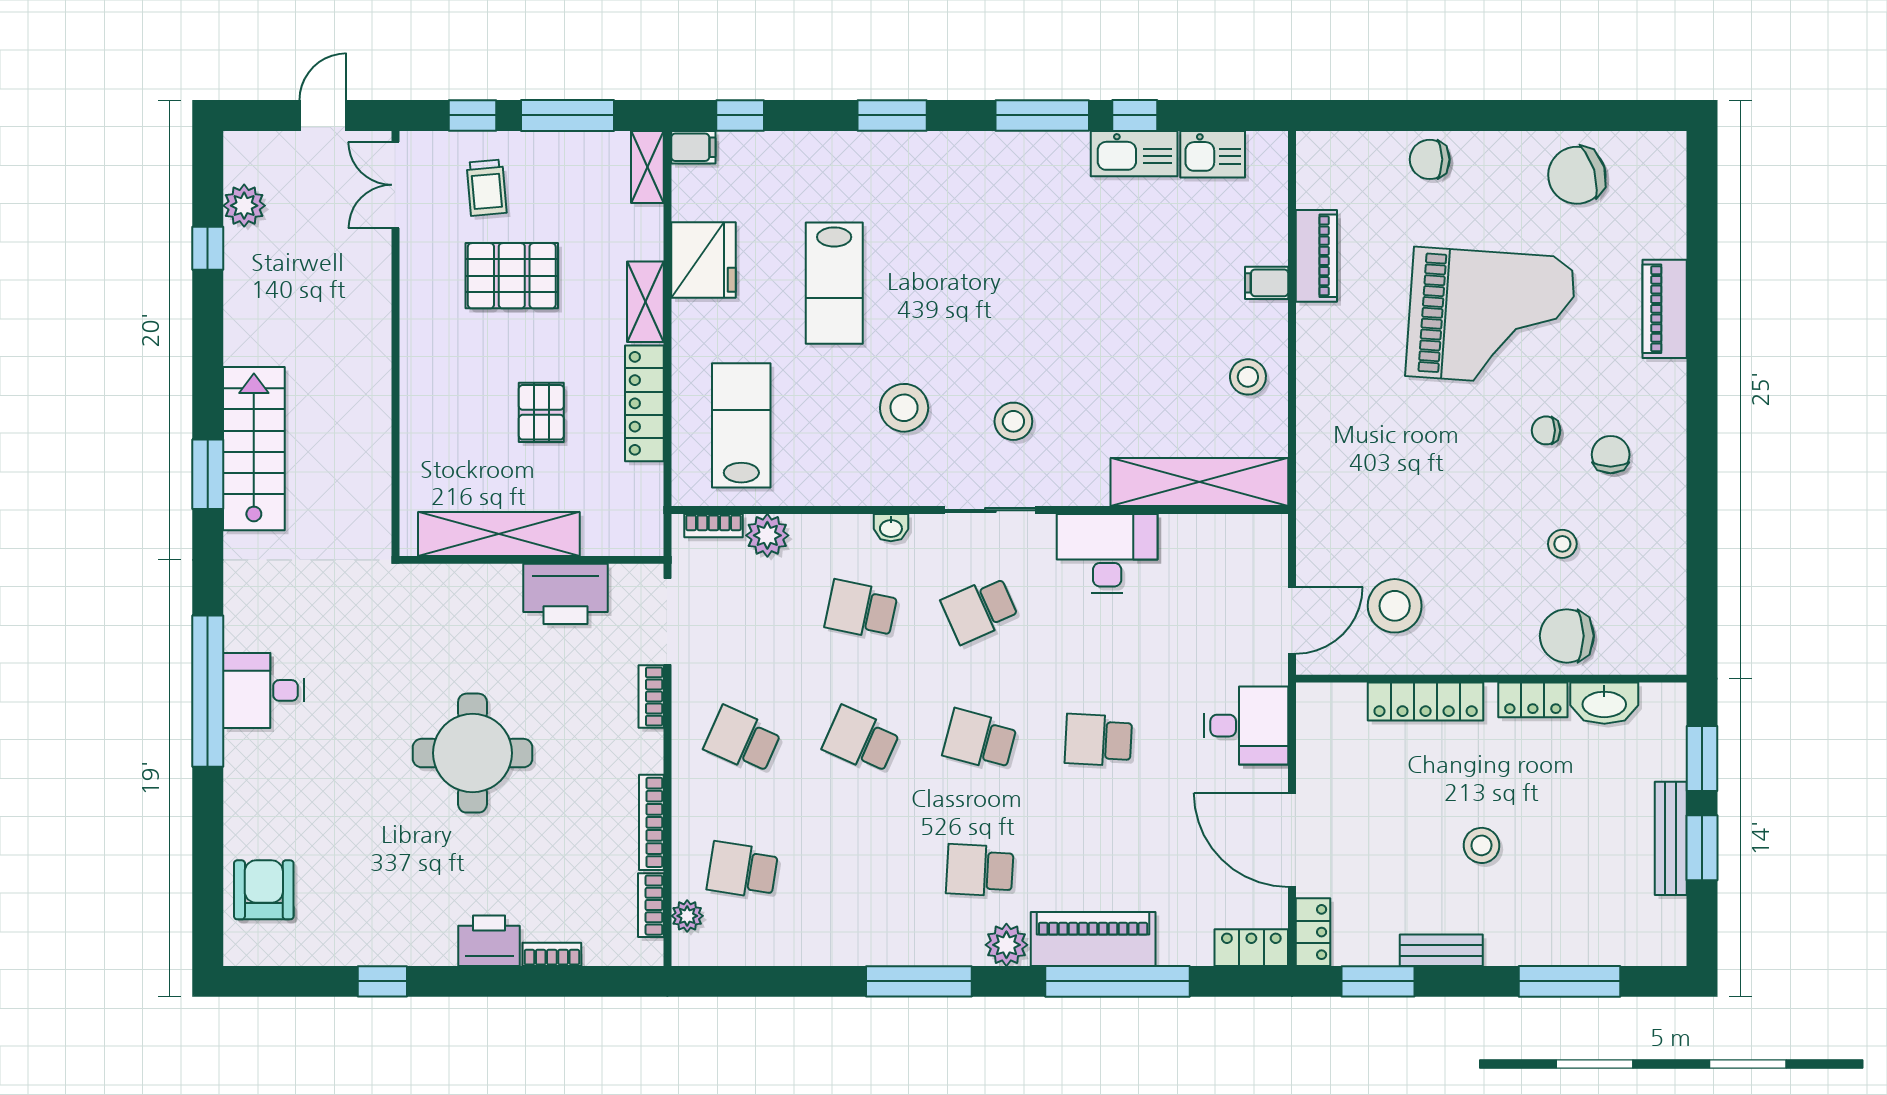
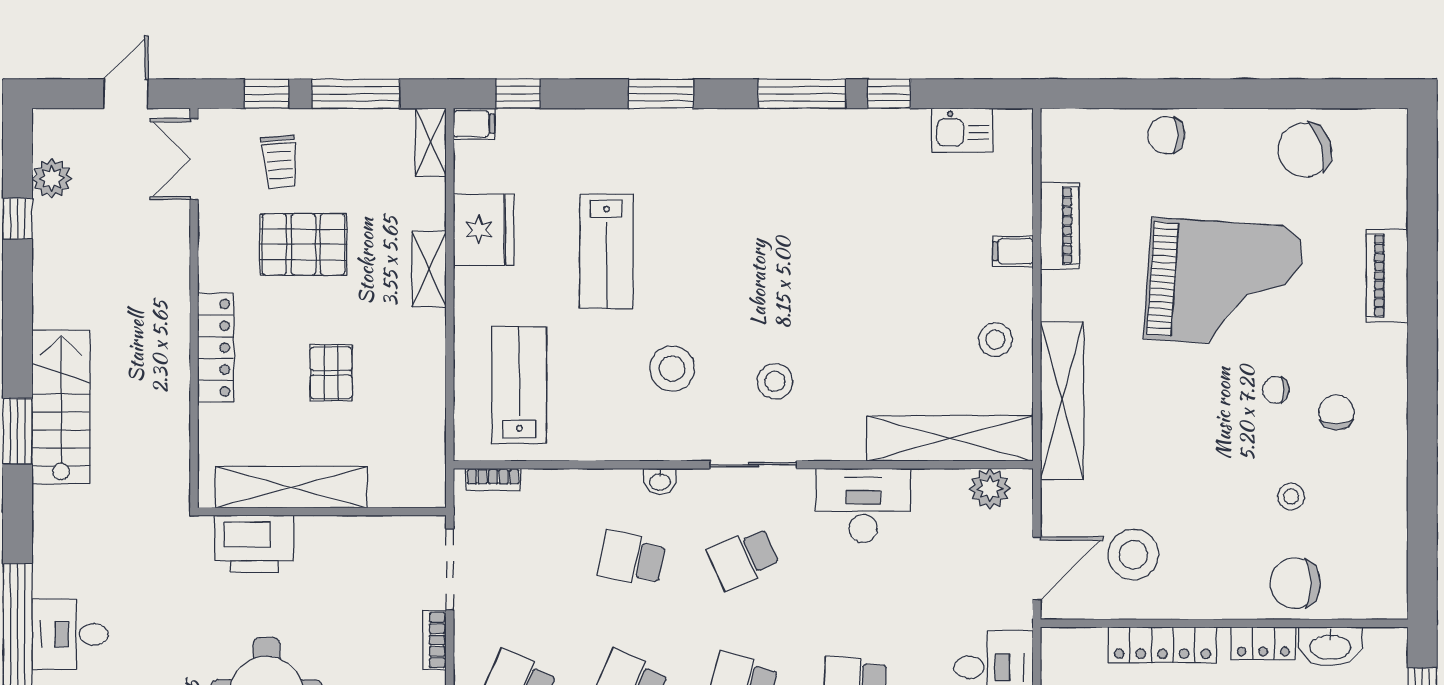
kitchen sink: (1134, 154) -> (888, 130), removed
locker: (644, 403) -> (216, 348), moved, turned 180
shelving: (1319, 442) -> (1062, 400), added
plant: (767, 535) -> (990, 489), moved
printer: (566, 594) -> (254, 544), moved

